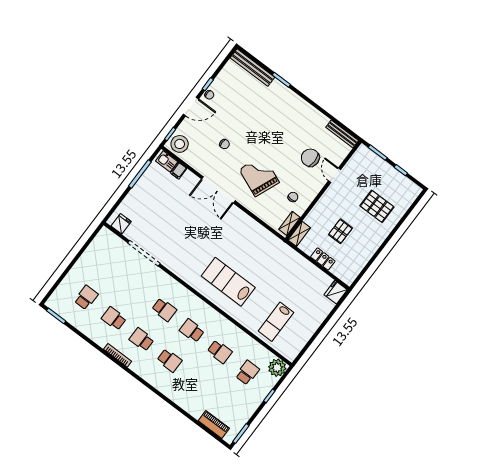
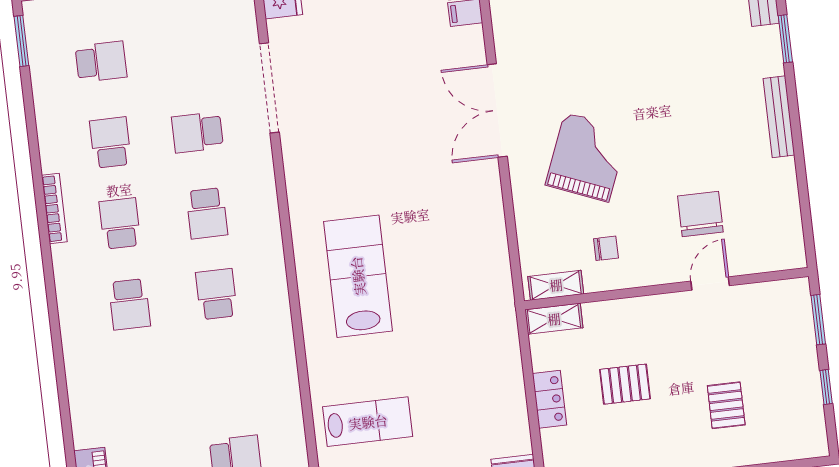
bench: (342, 134) -> (779, 117), moved
chair: (225, 144) -> (584, 47), removed
pallet: (377, 206) -> (726, 405), width x0.67, depth x0.71
lab bench: (276, 322) -> (368, 422), turned 180
school desk: (220, 352) -> (197, 132), moved, turned 90

